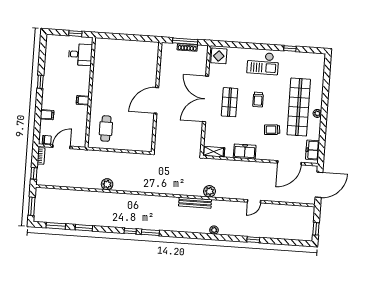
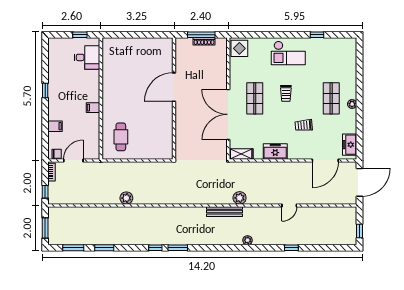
double door: (206, 99) -> (228, 114), moved
door: (156, 100) -> (174, 87), moved
shop shelf: (299, 107) -> (331, 98), width x0.50, depth x0.74

